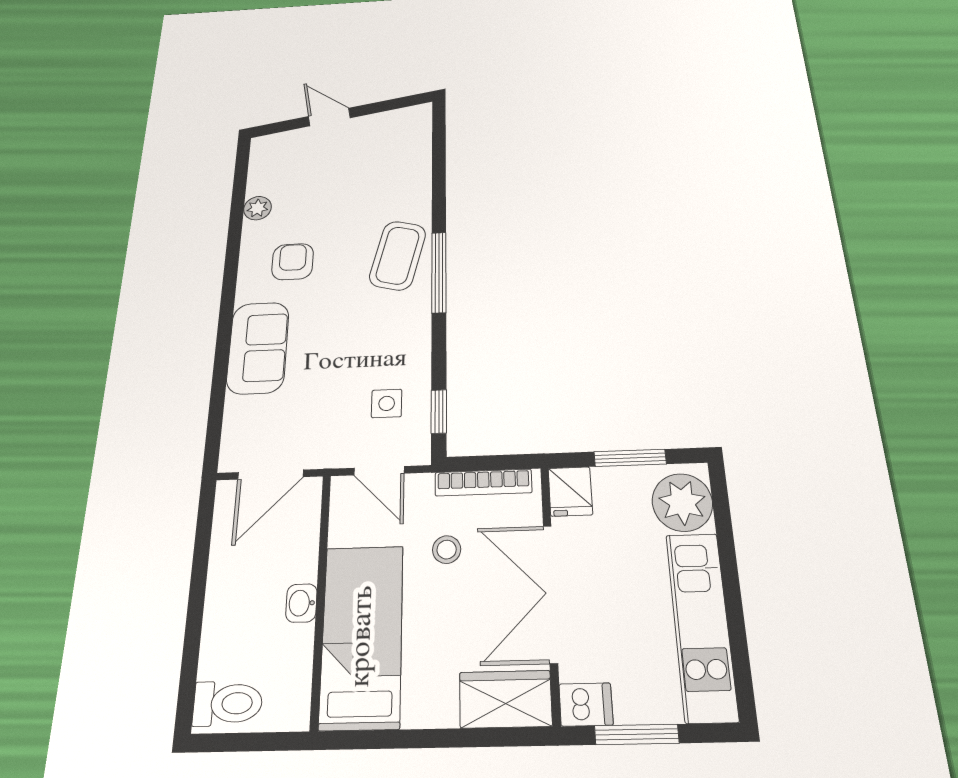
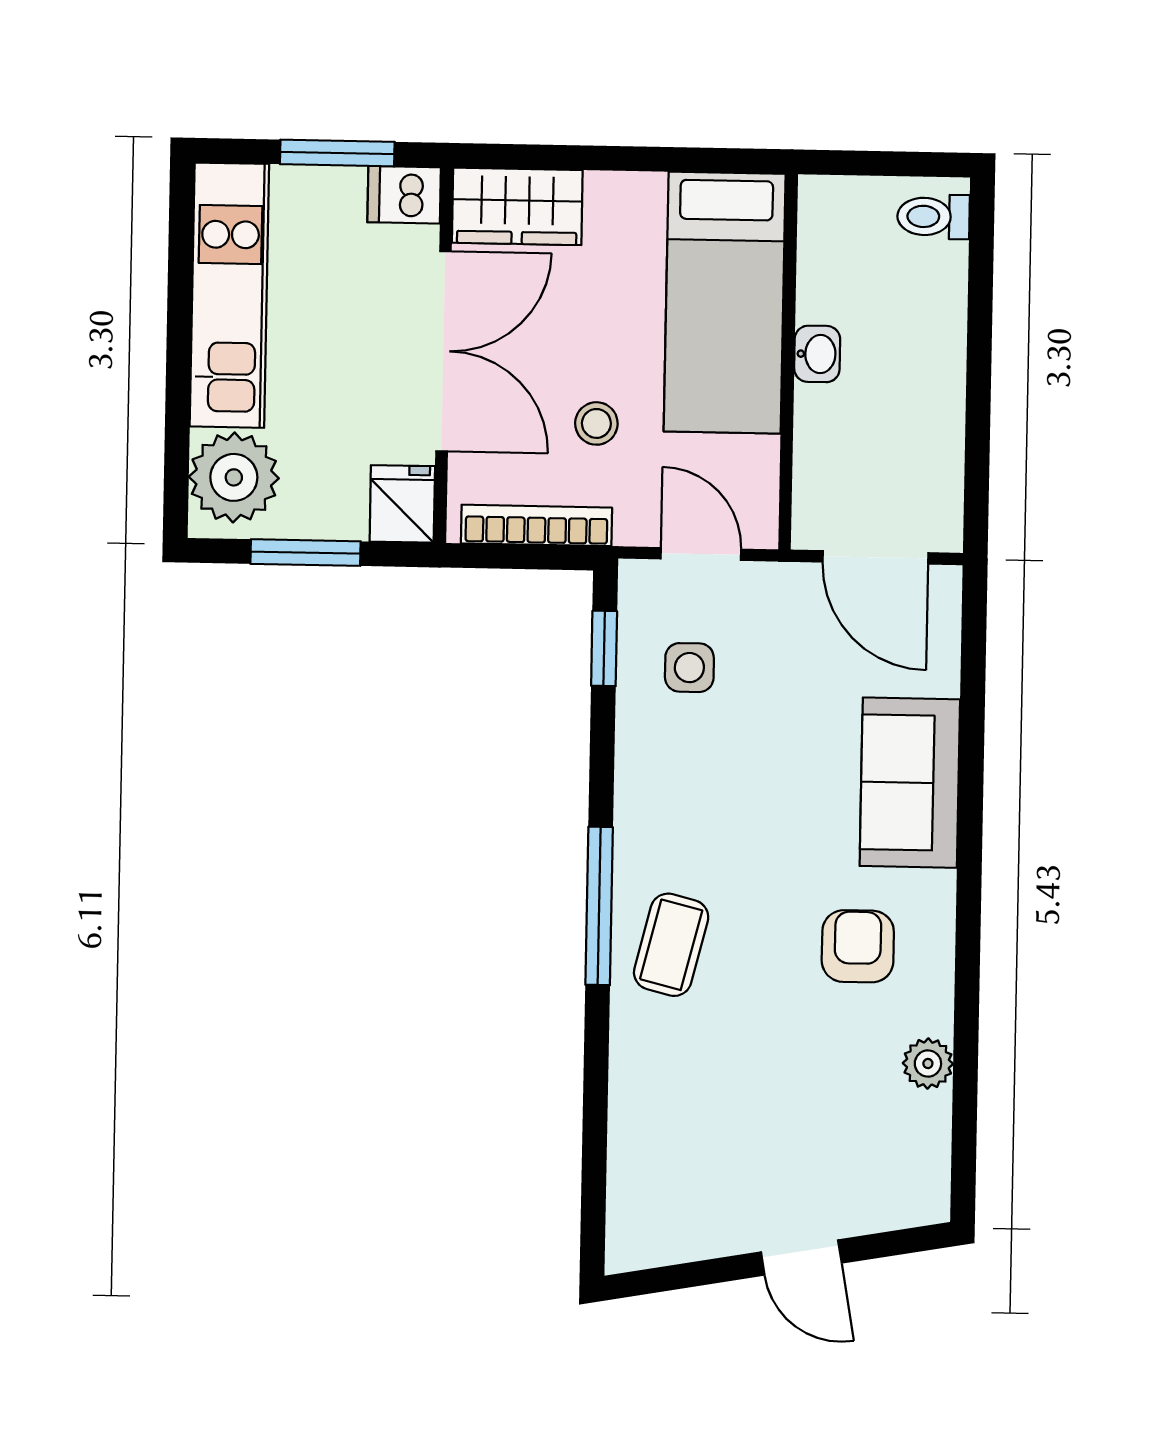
coffee table: (398, 255) -> (671, 945), width x0.73, depth x0.77
armchair: (293, 262) -> (858, 946), turned 180
door: (271, 475) -> (875, 557), swing flipped
toilet: (228, 703) -> (933, 217), width x0.73, depth x0.72

